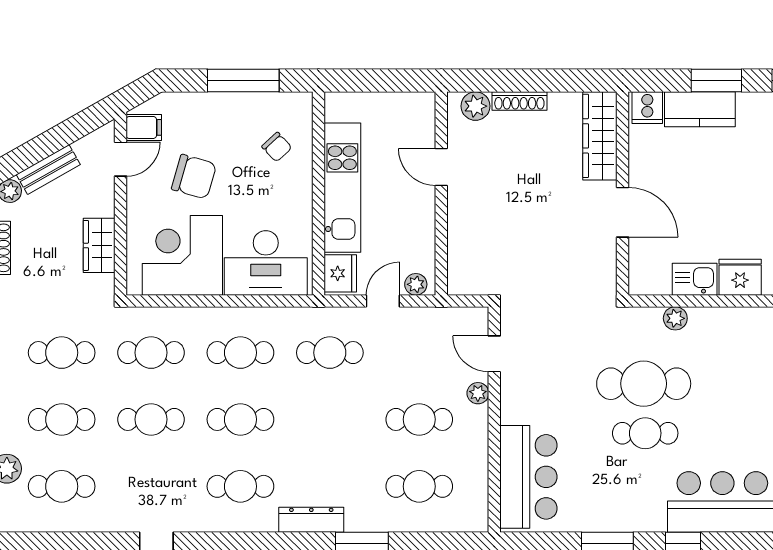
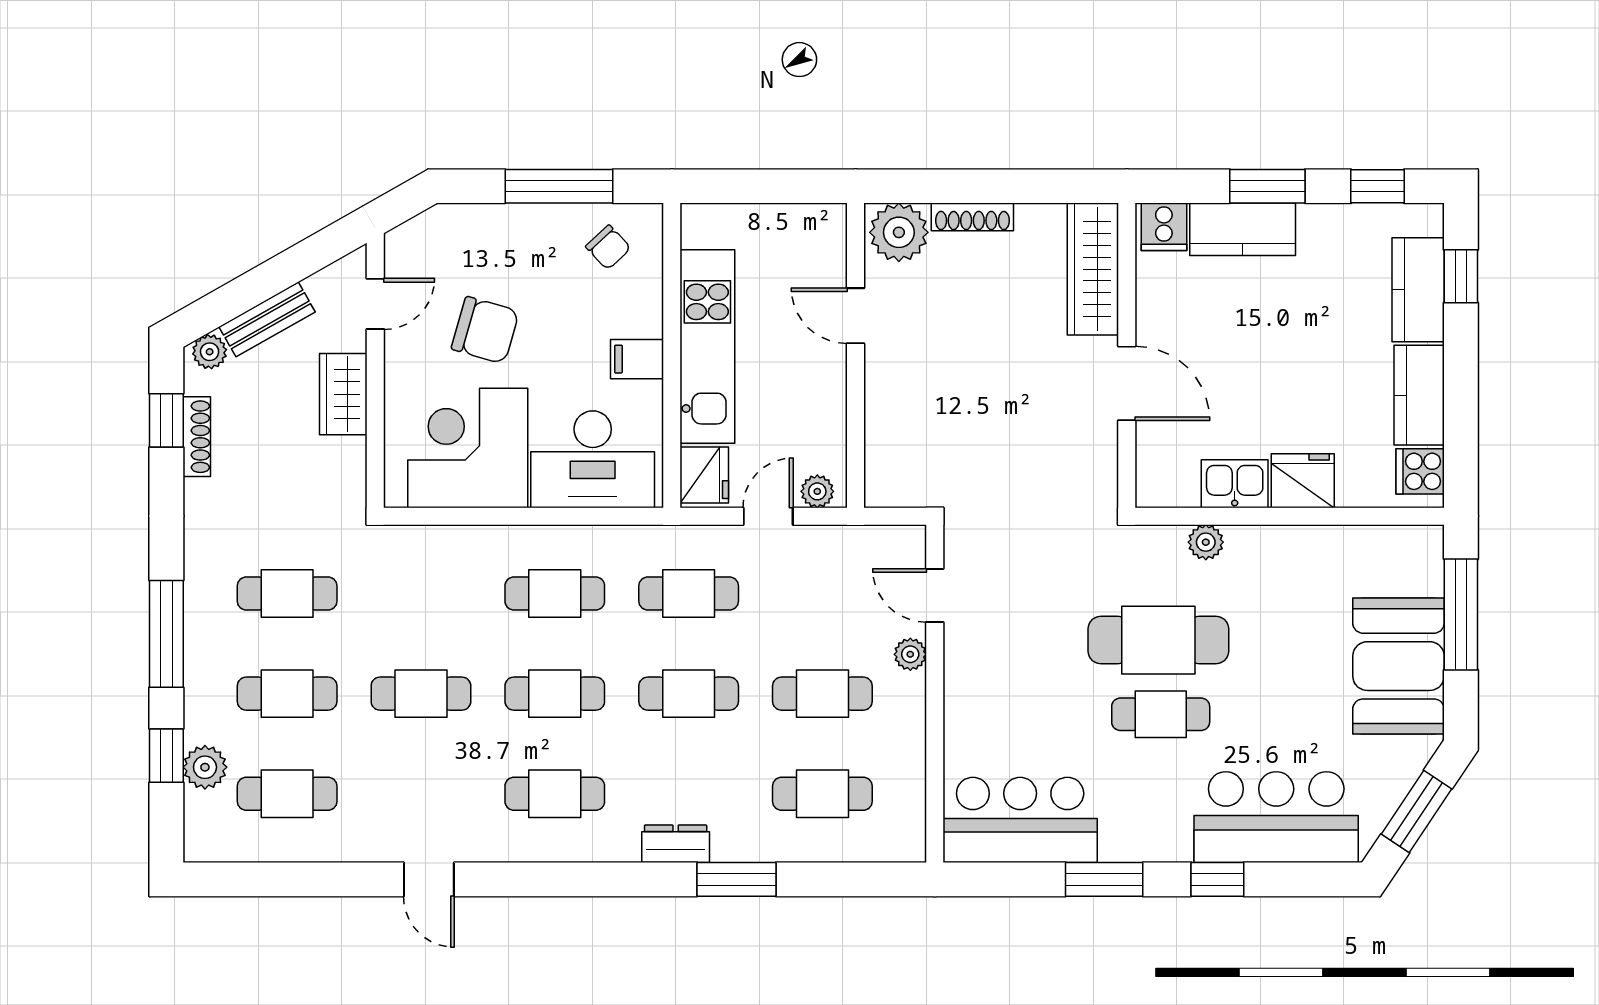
plant: (475, 106) -> (899, 232), width x1.36, depth x1.36
filing cabinet: (144, 127) -> (637, 359), moved, turned 180
chair: (277, 147) -> (608, 247), moved
wardrobe: (99, 245) -> (343, 394), moved
cafe table: (151, 353) -> (689, 694), moved
bar counter: (528, 477) -> (1020, 820), moved, turned -90
dresser: (311, 520) -> (676, 844), width x0.70

